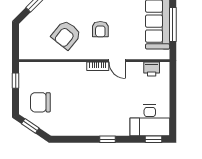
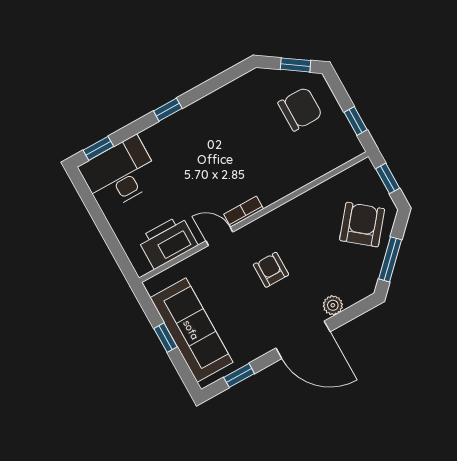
window: (173, 25) -> (165, 338), width x0.46
armchair: (66, 35) -> (362, 225), moved
window: (16, 43) -> (388, 178), added
printer: (152, 69) -> (168, 242), width x1.87, depth x1.48

